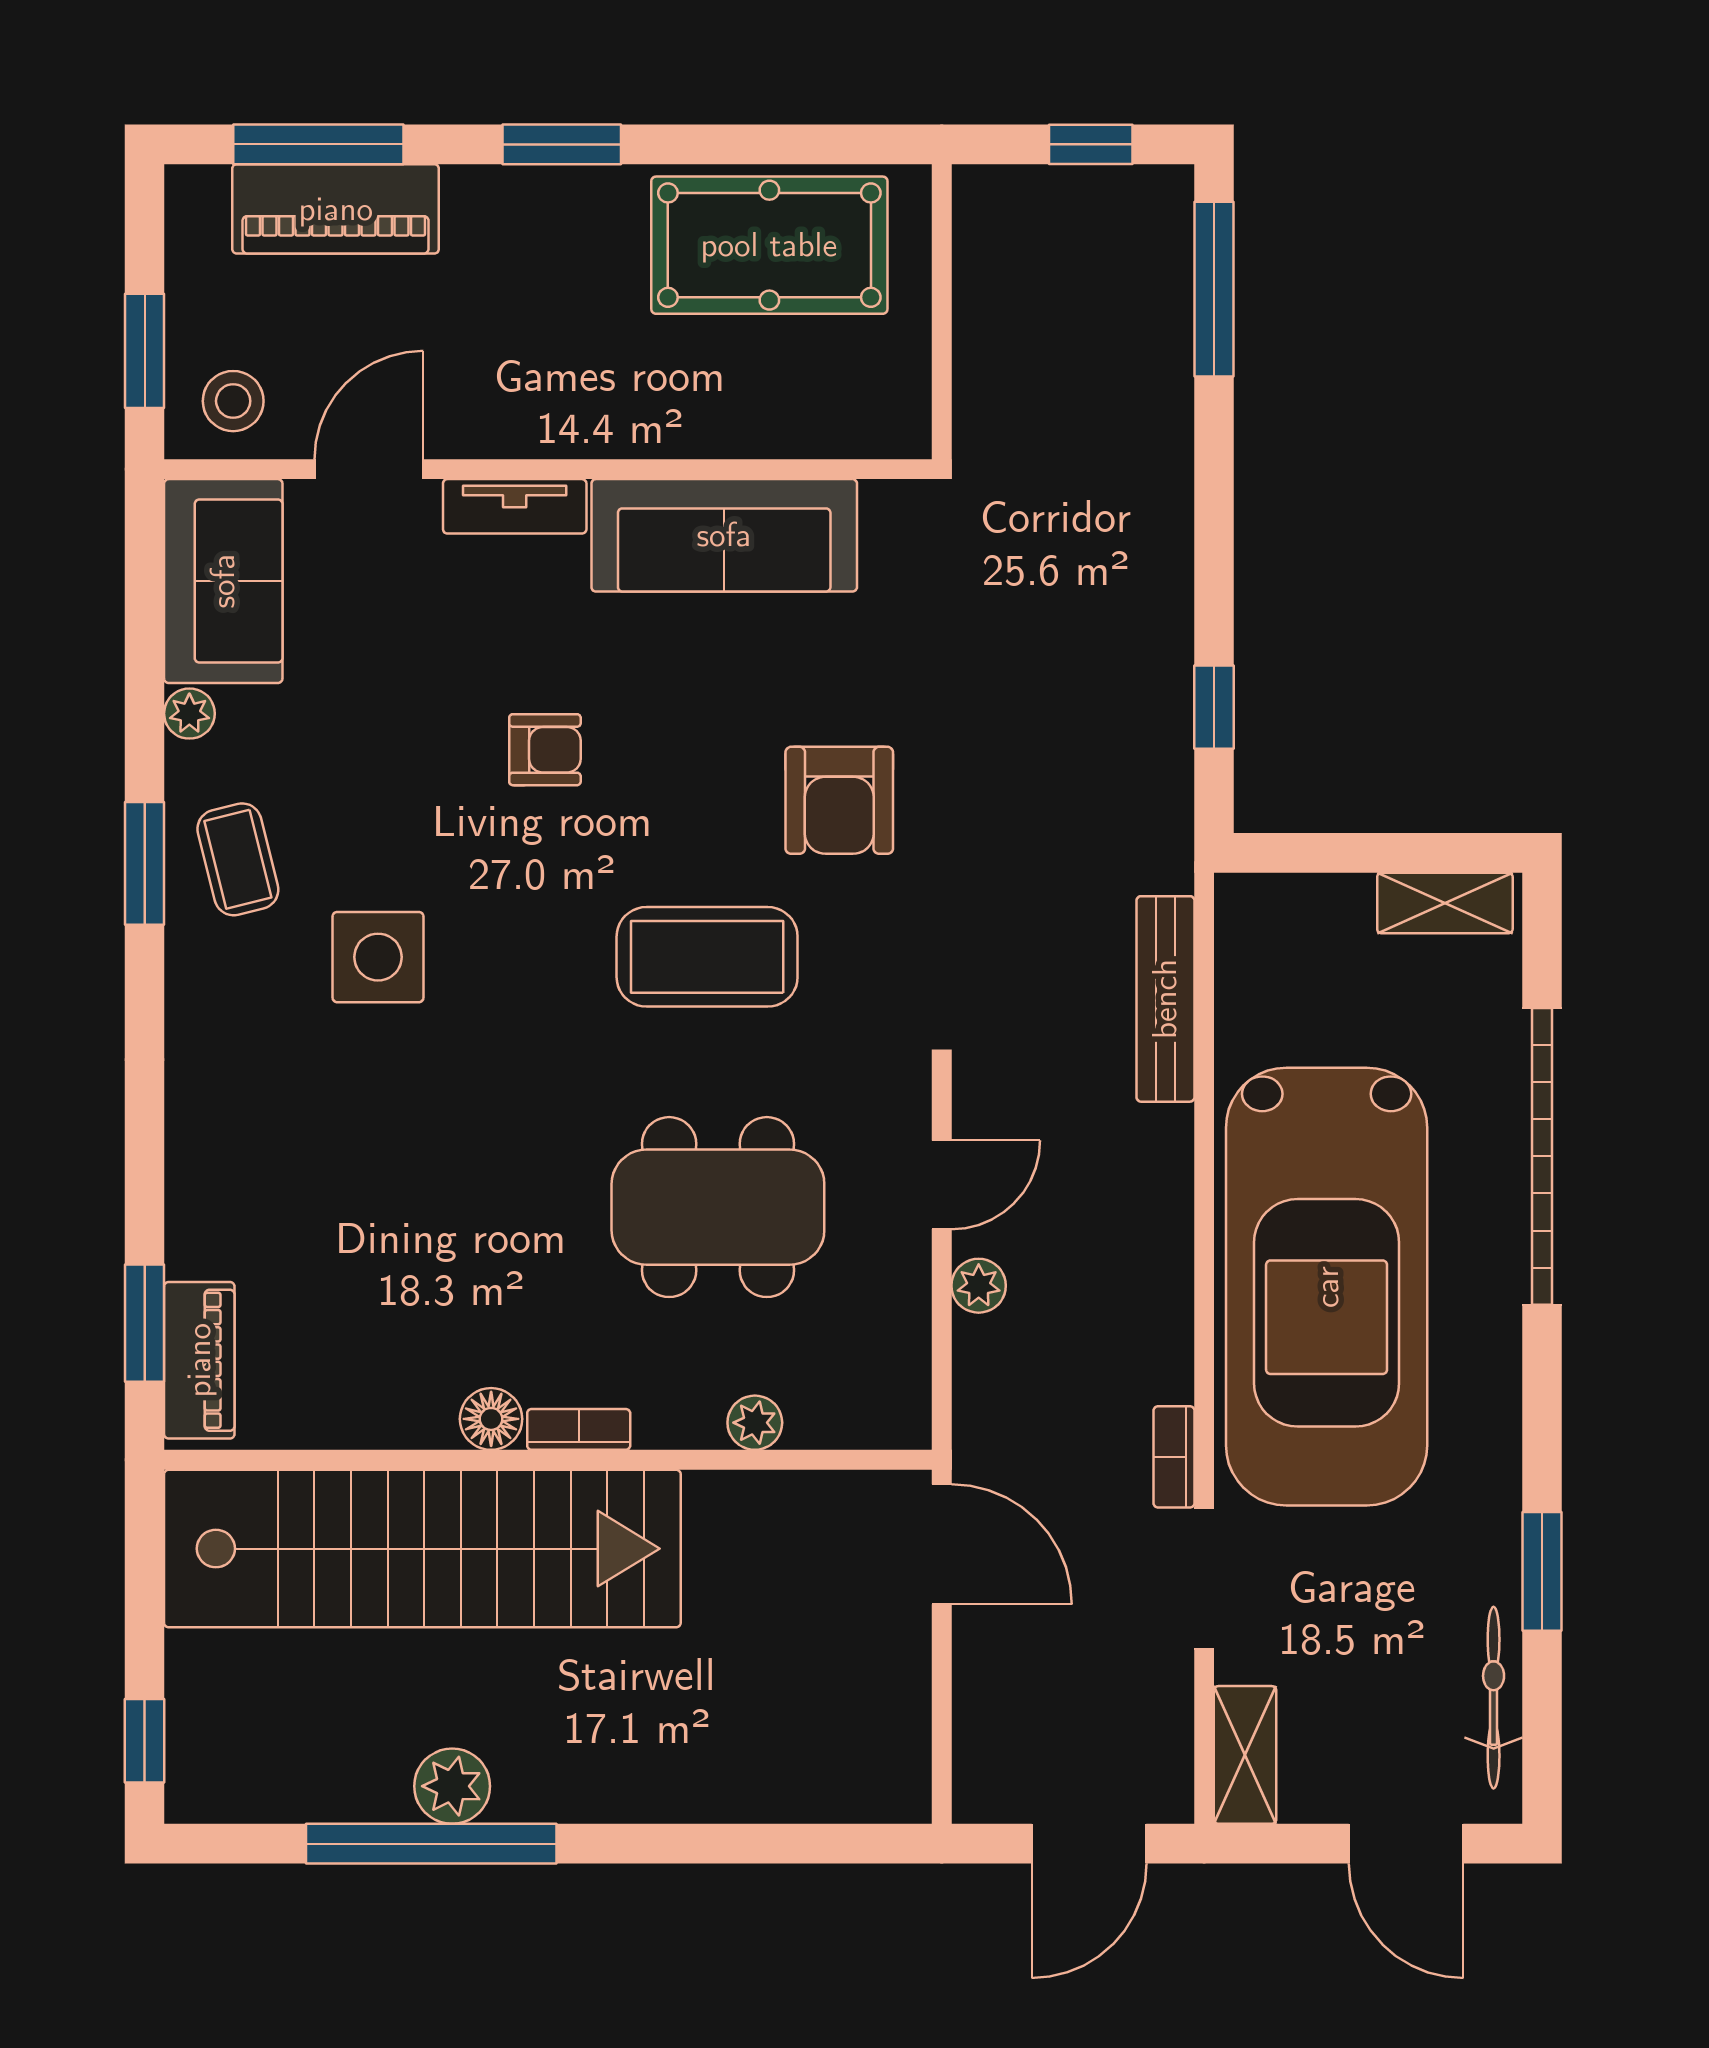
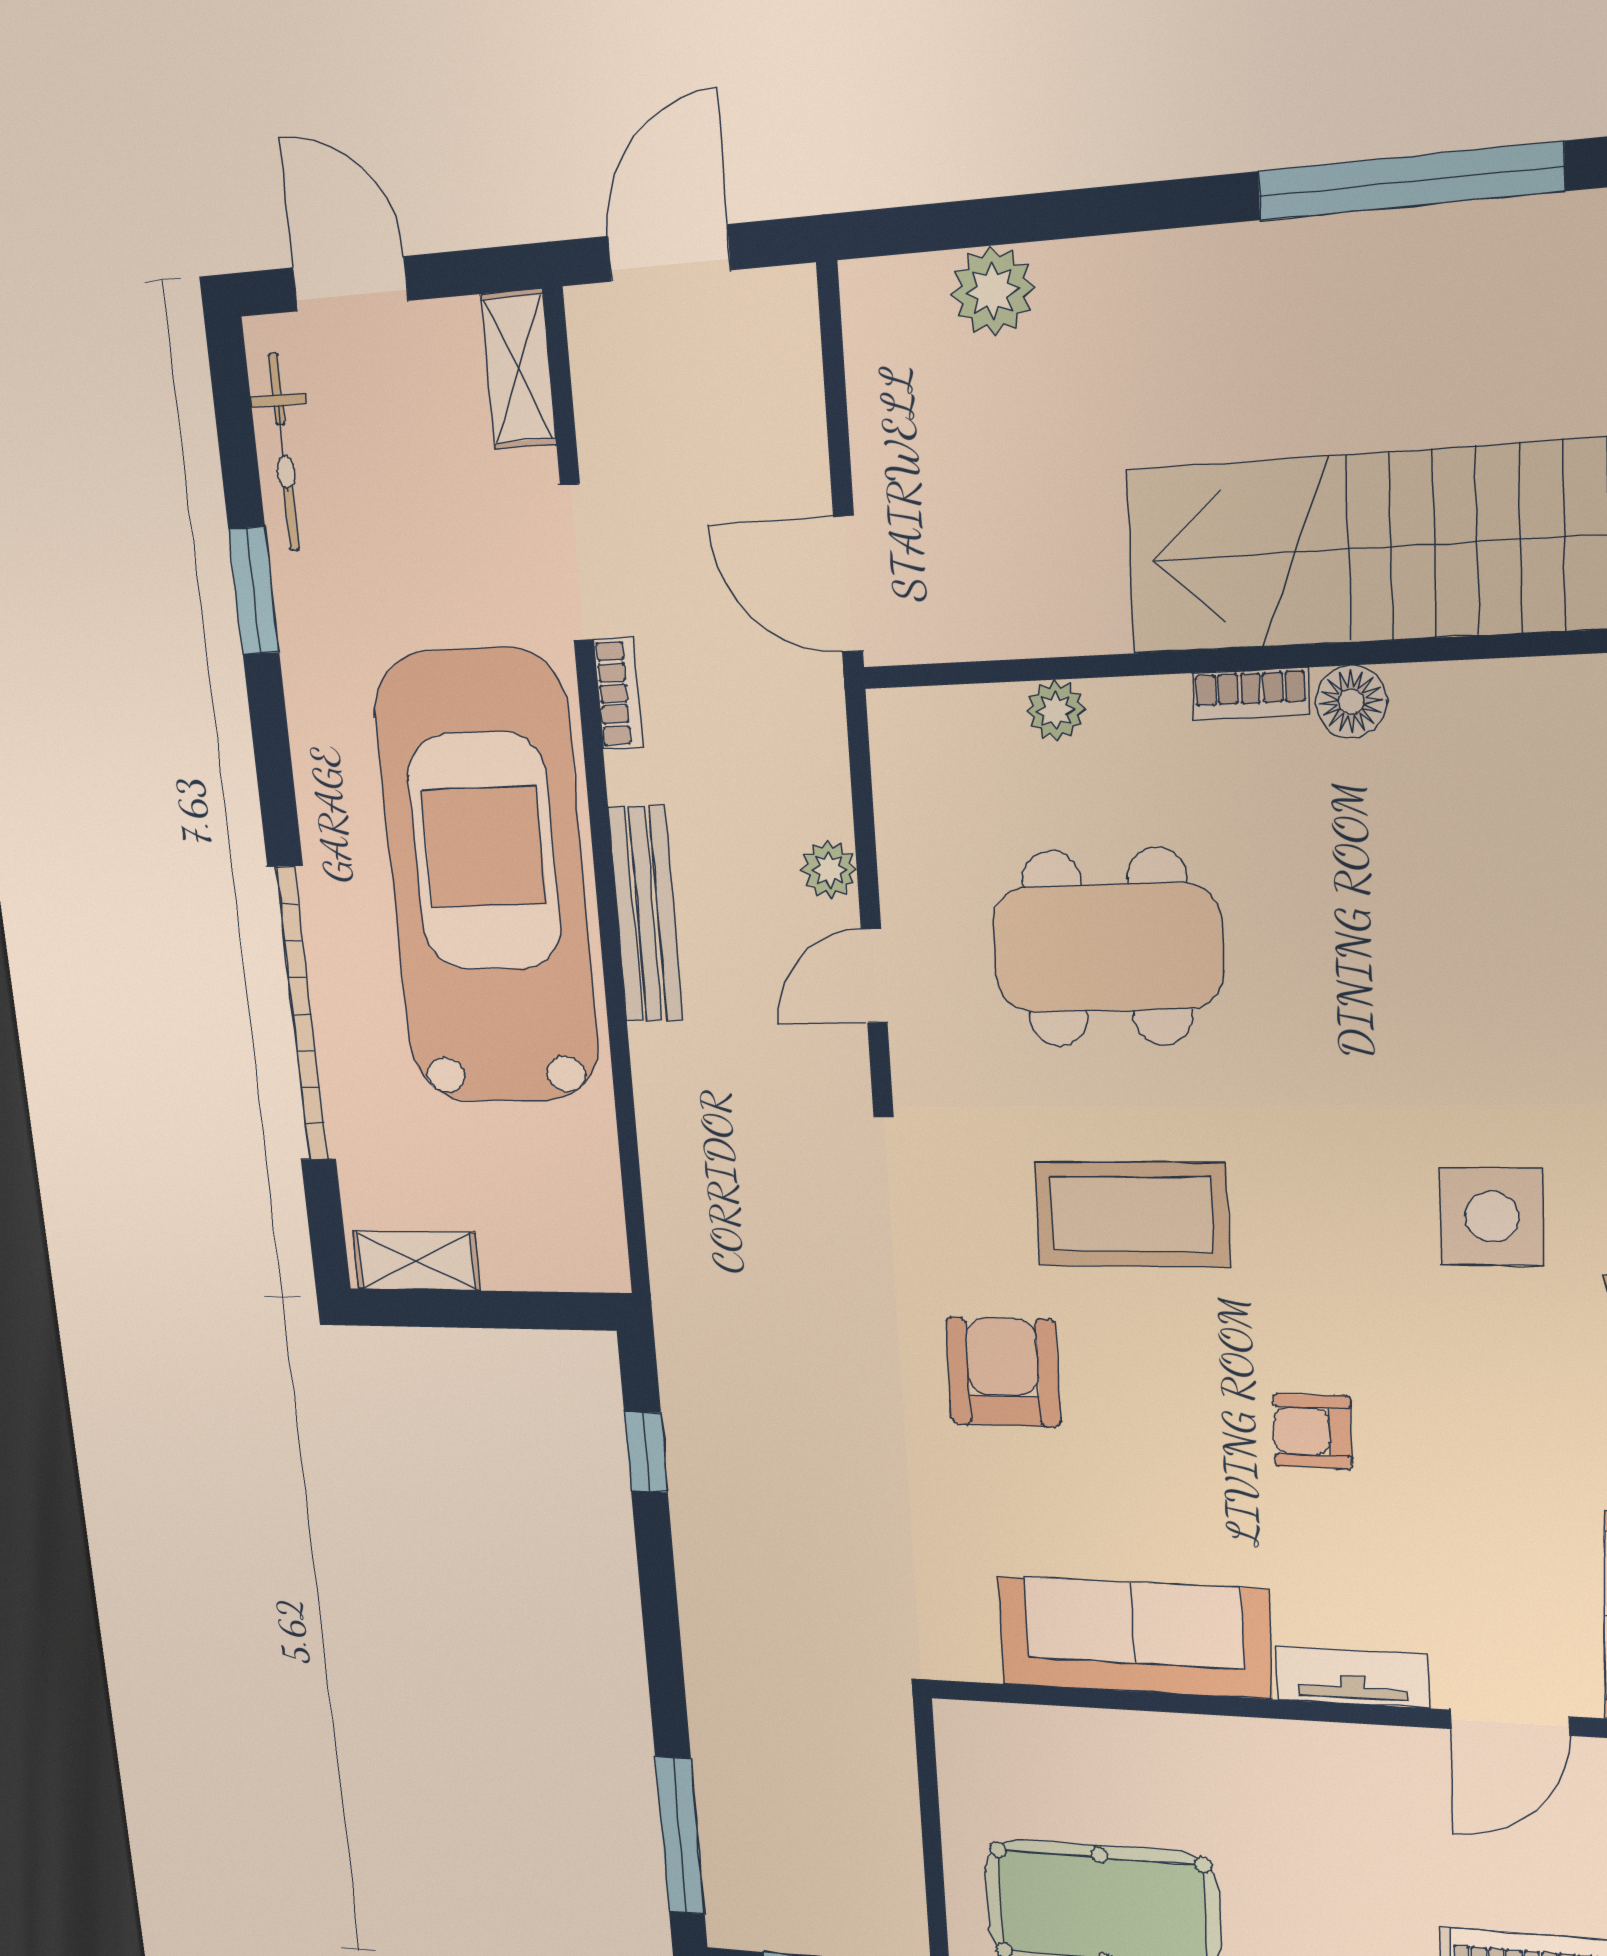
bench: (1165, 999) -> (645, 914), moved
plant: (452, 1786) -> (993, 291), moved

